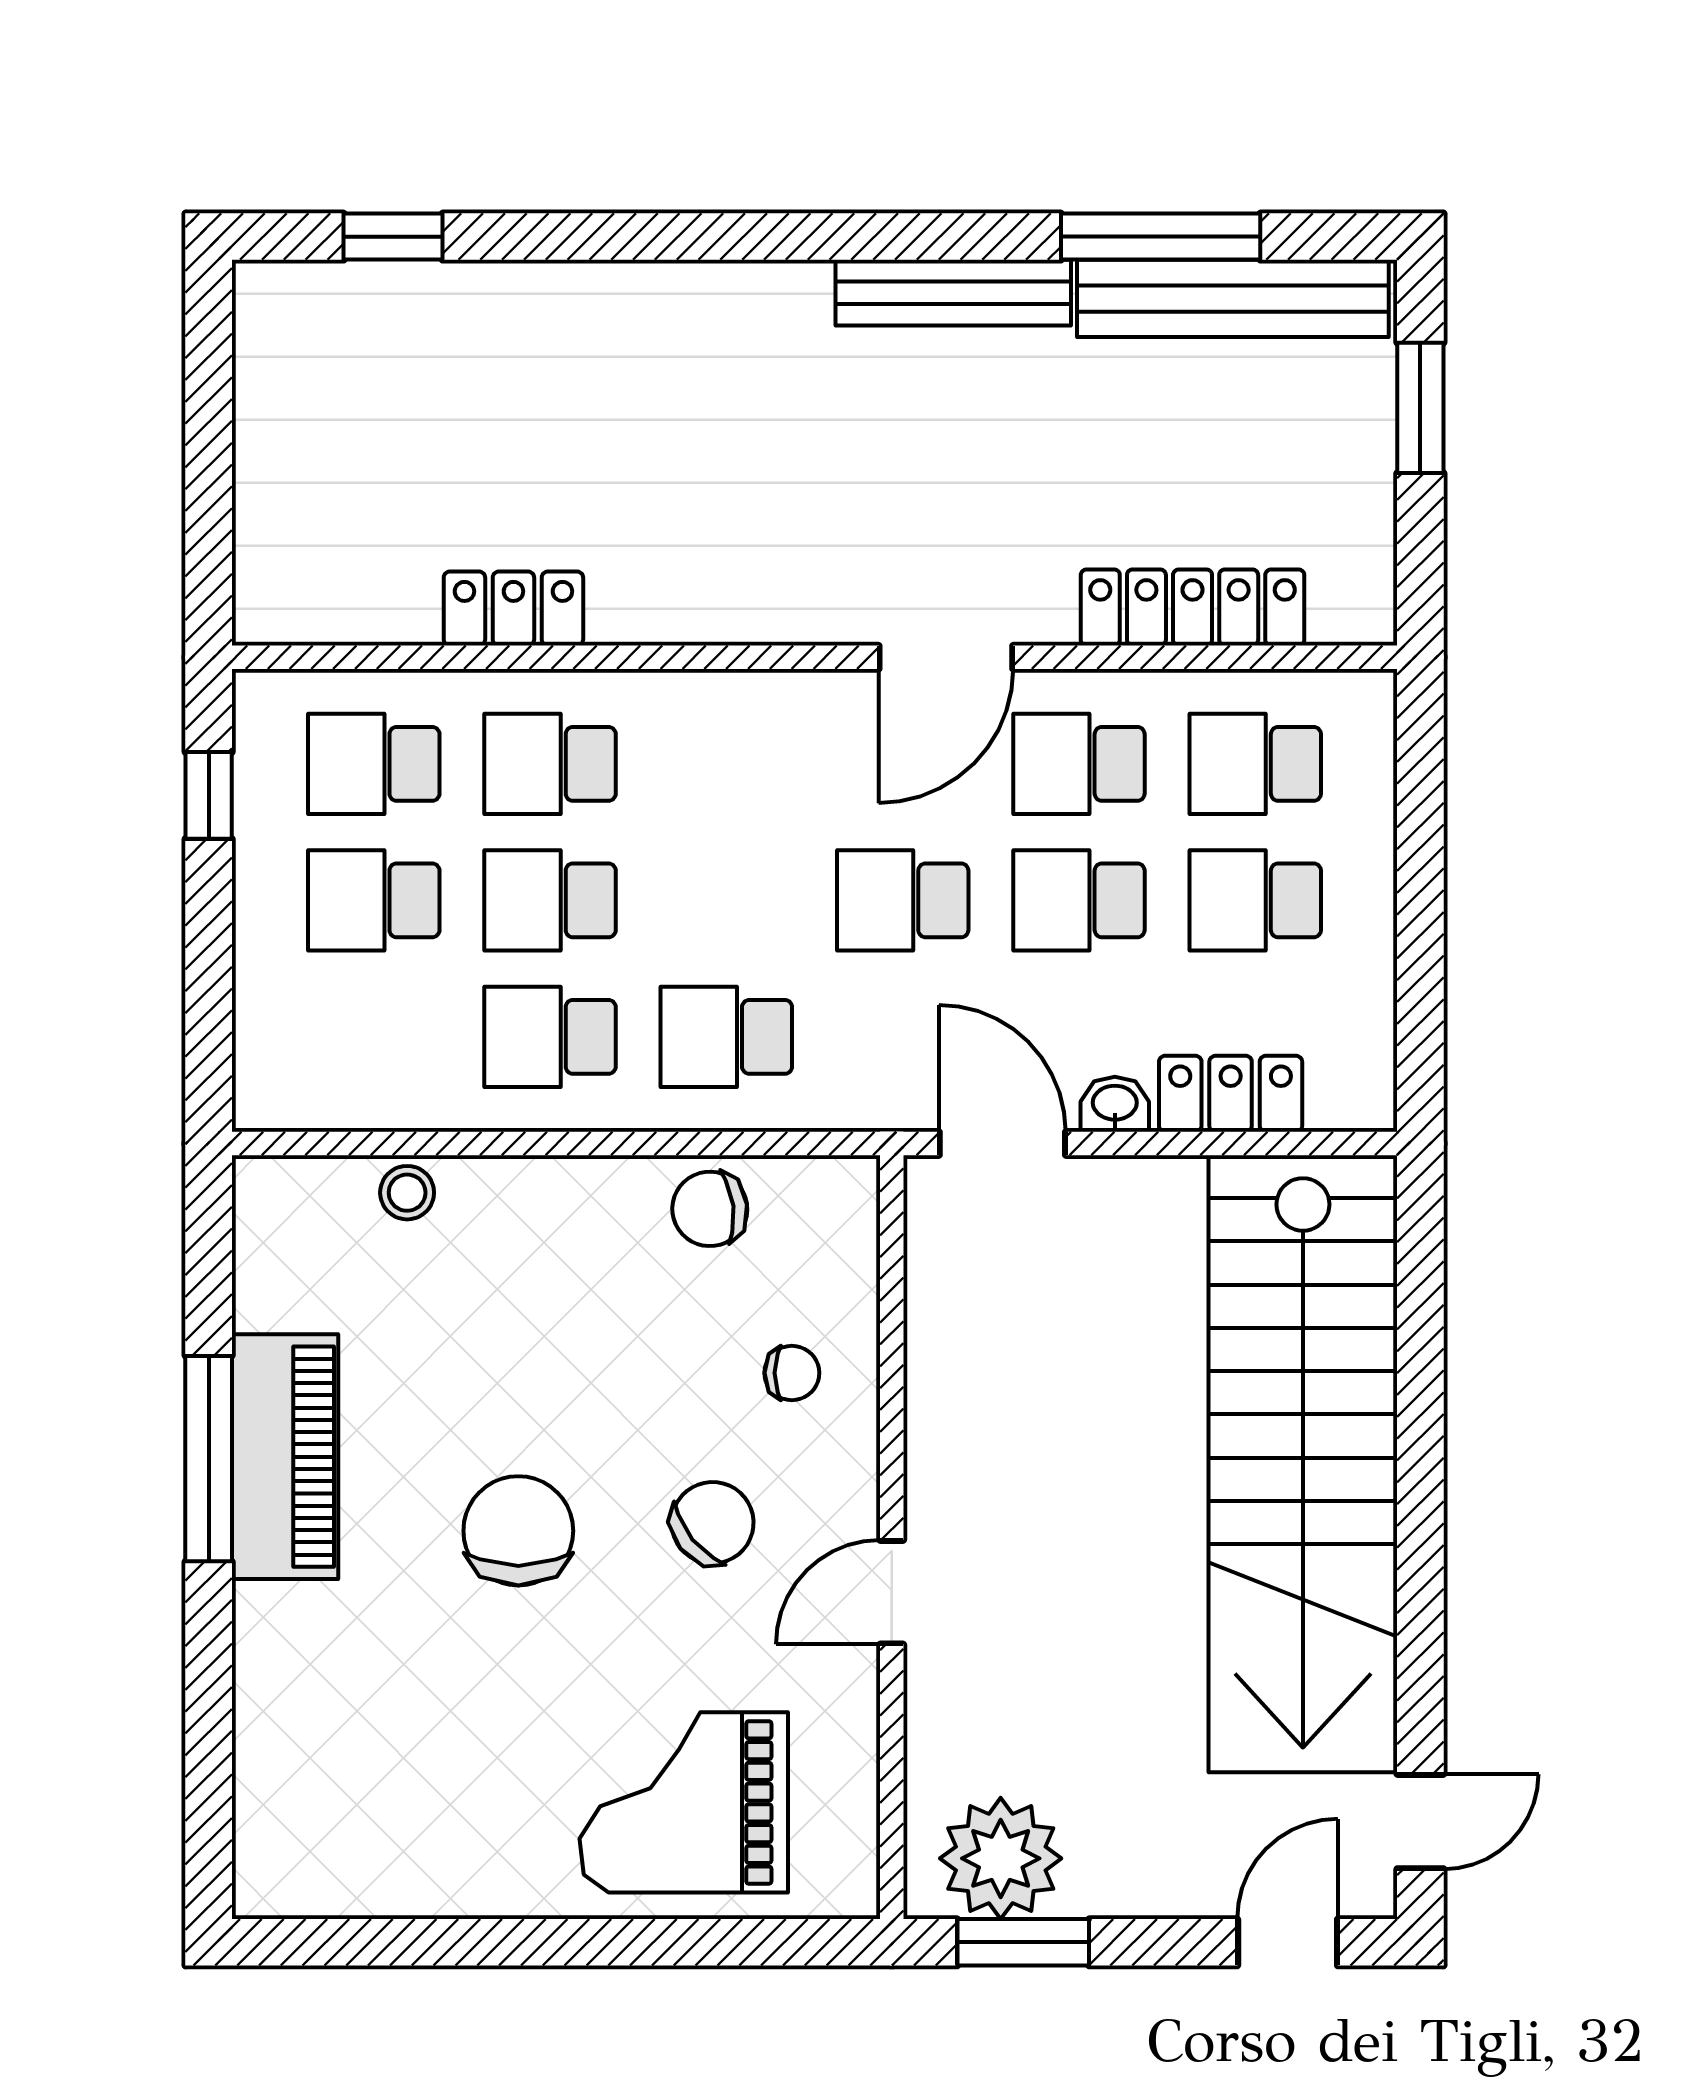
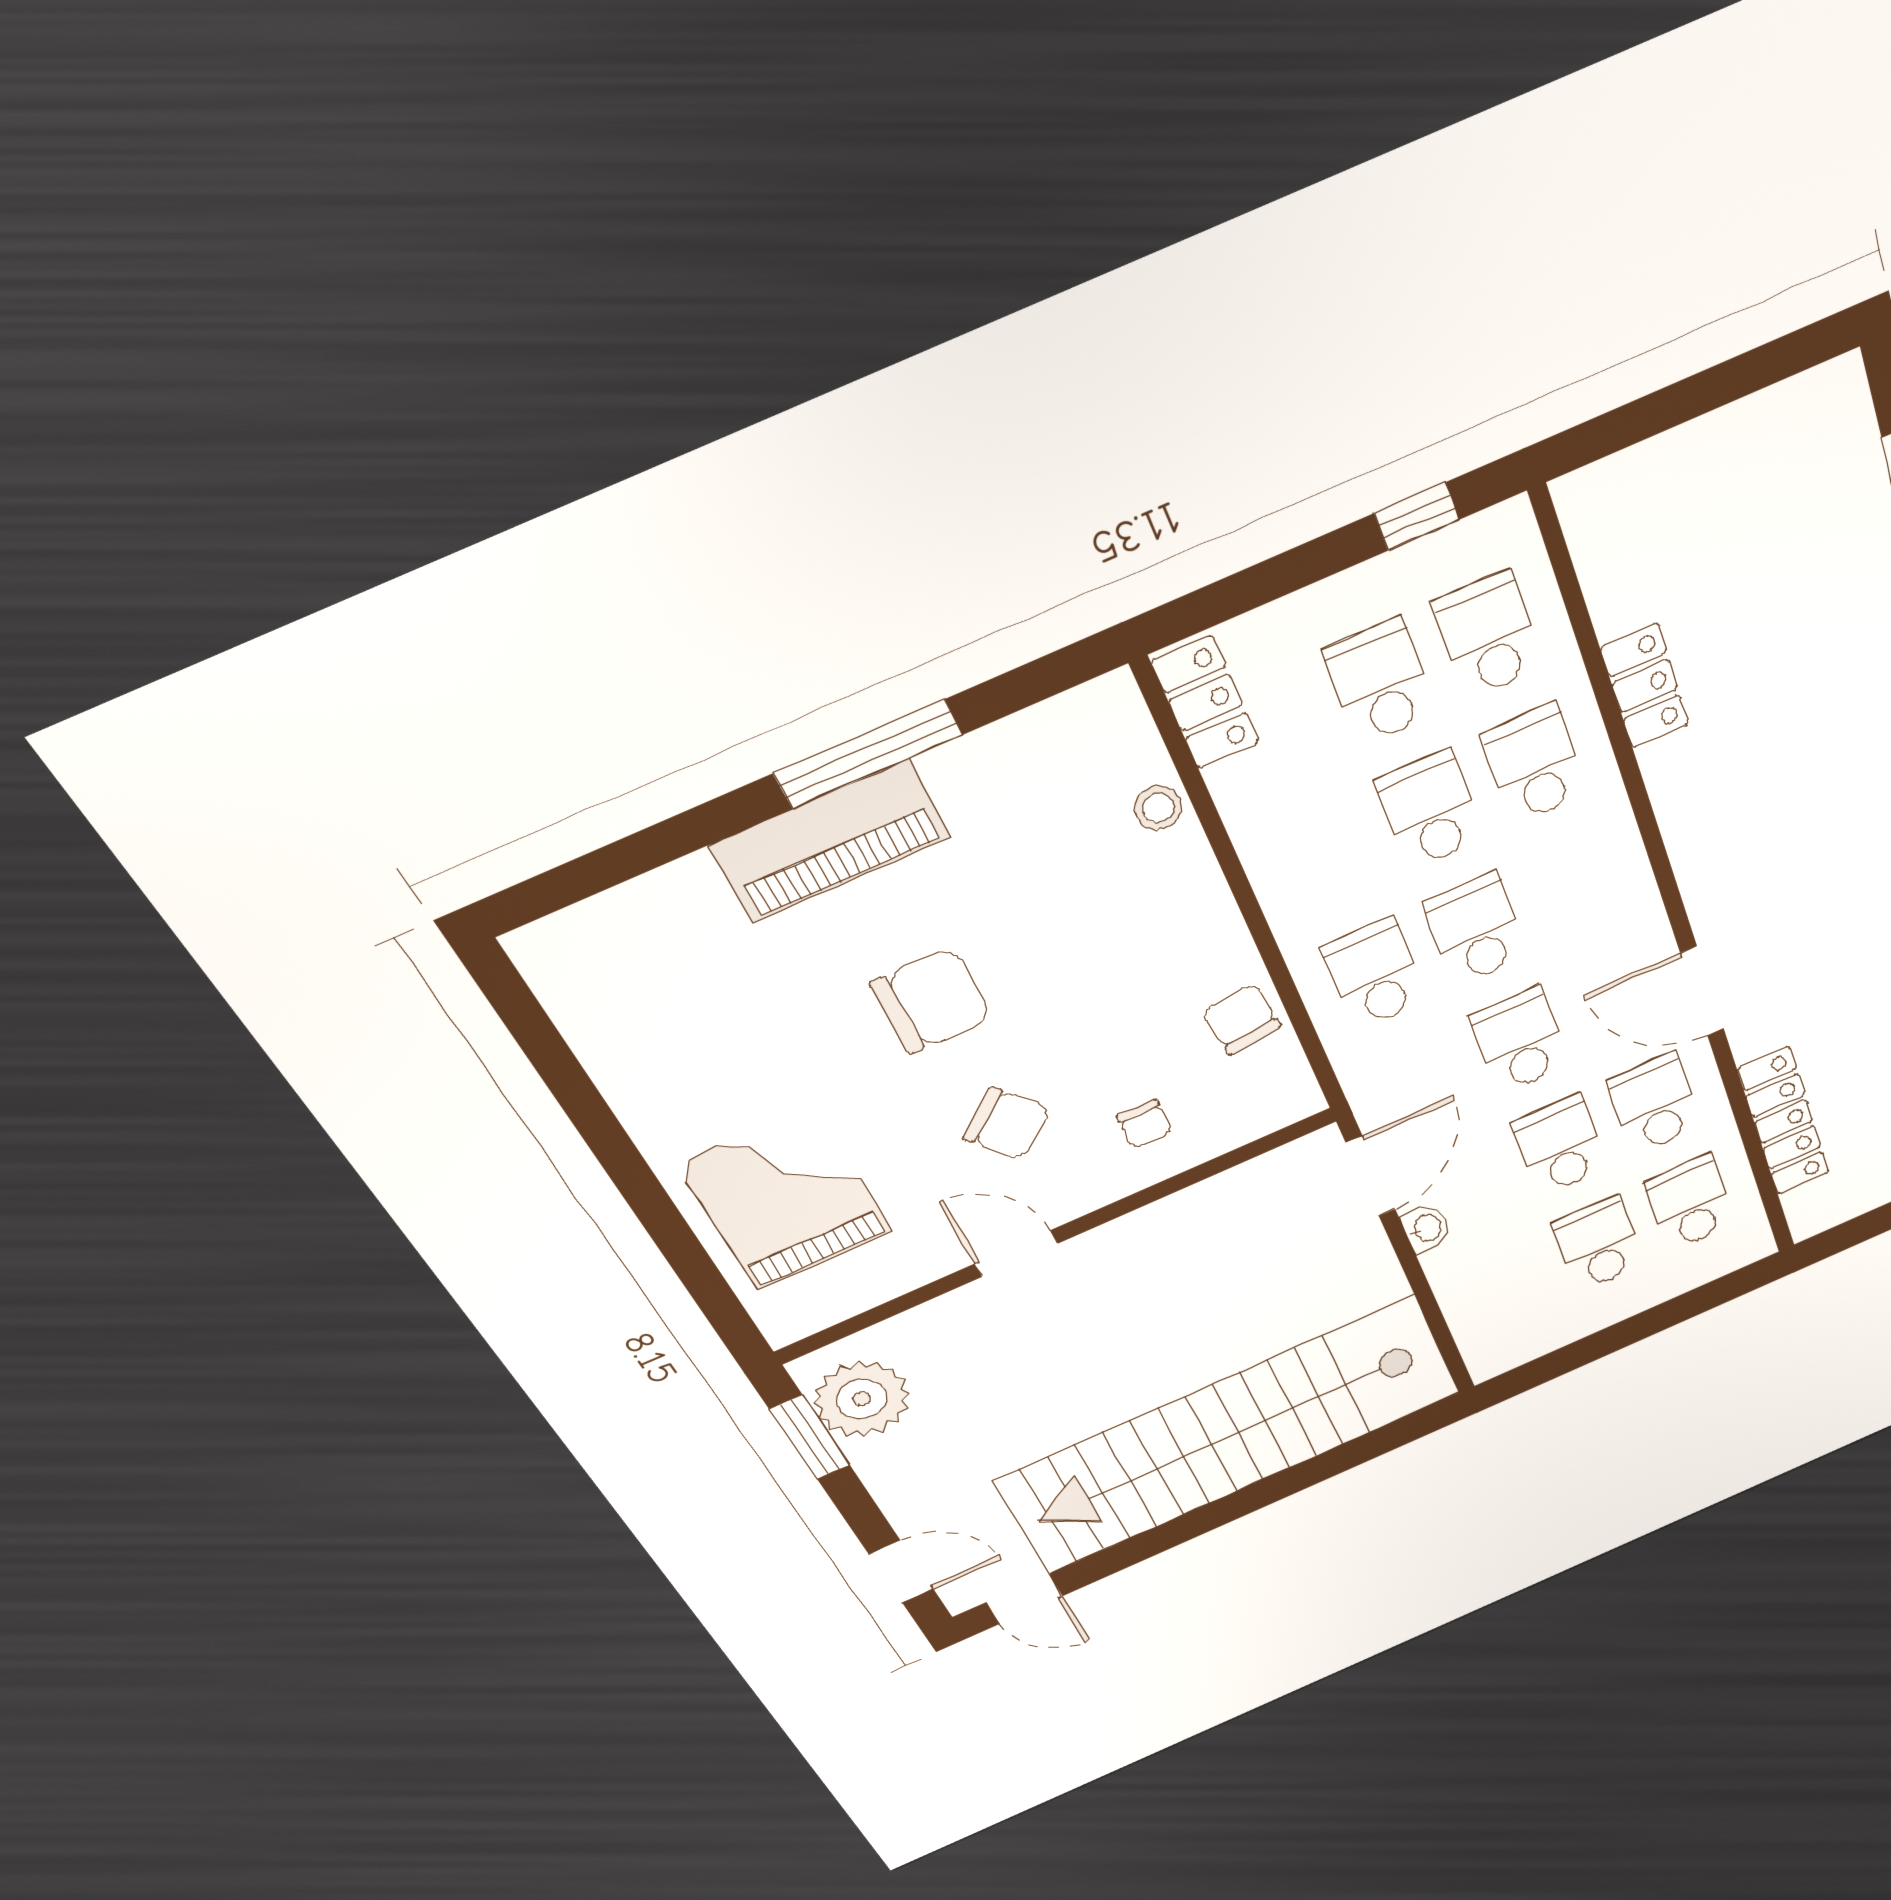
school desk: (550, 1037) -> (1476, 929), moved
locker: (1231, 1094) -> (1206, 703), moved
piano: (285, 1457) -> (830, 841), moved

